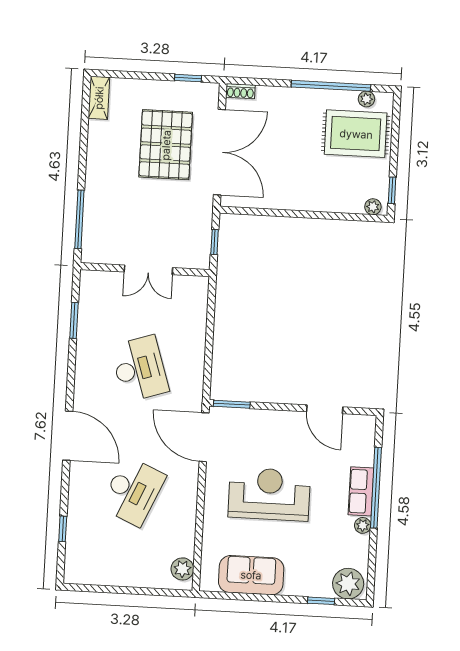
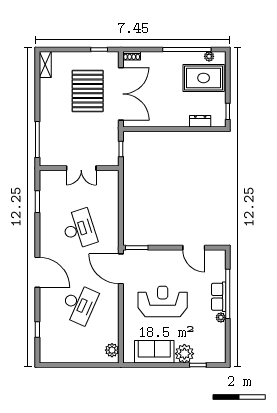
dresser: (346, 204) -> (200, 121), added
plant: (373, 207) -> (217, 122), removed
plant: (348, 584) -> (184, 354), moved

